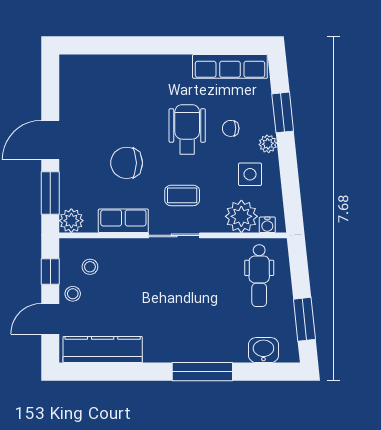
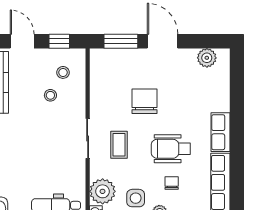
wheelchair: (187, 129) -> (171, 149), turned 180
plant: (71, 221) -> (207, 58), moved
row of seats: (123, 221) -> (220, 132), moved, turned 180
stool: (73, 294) -> (50, 95), moved

